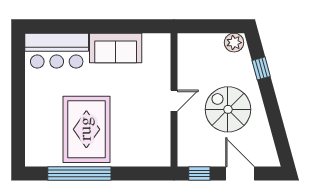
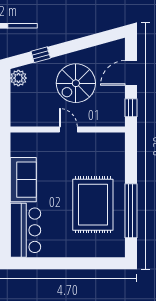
rug: (86, 129) -> (93, 205), turned 90

